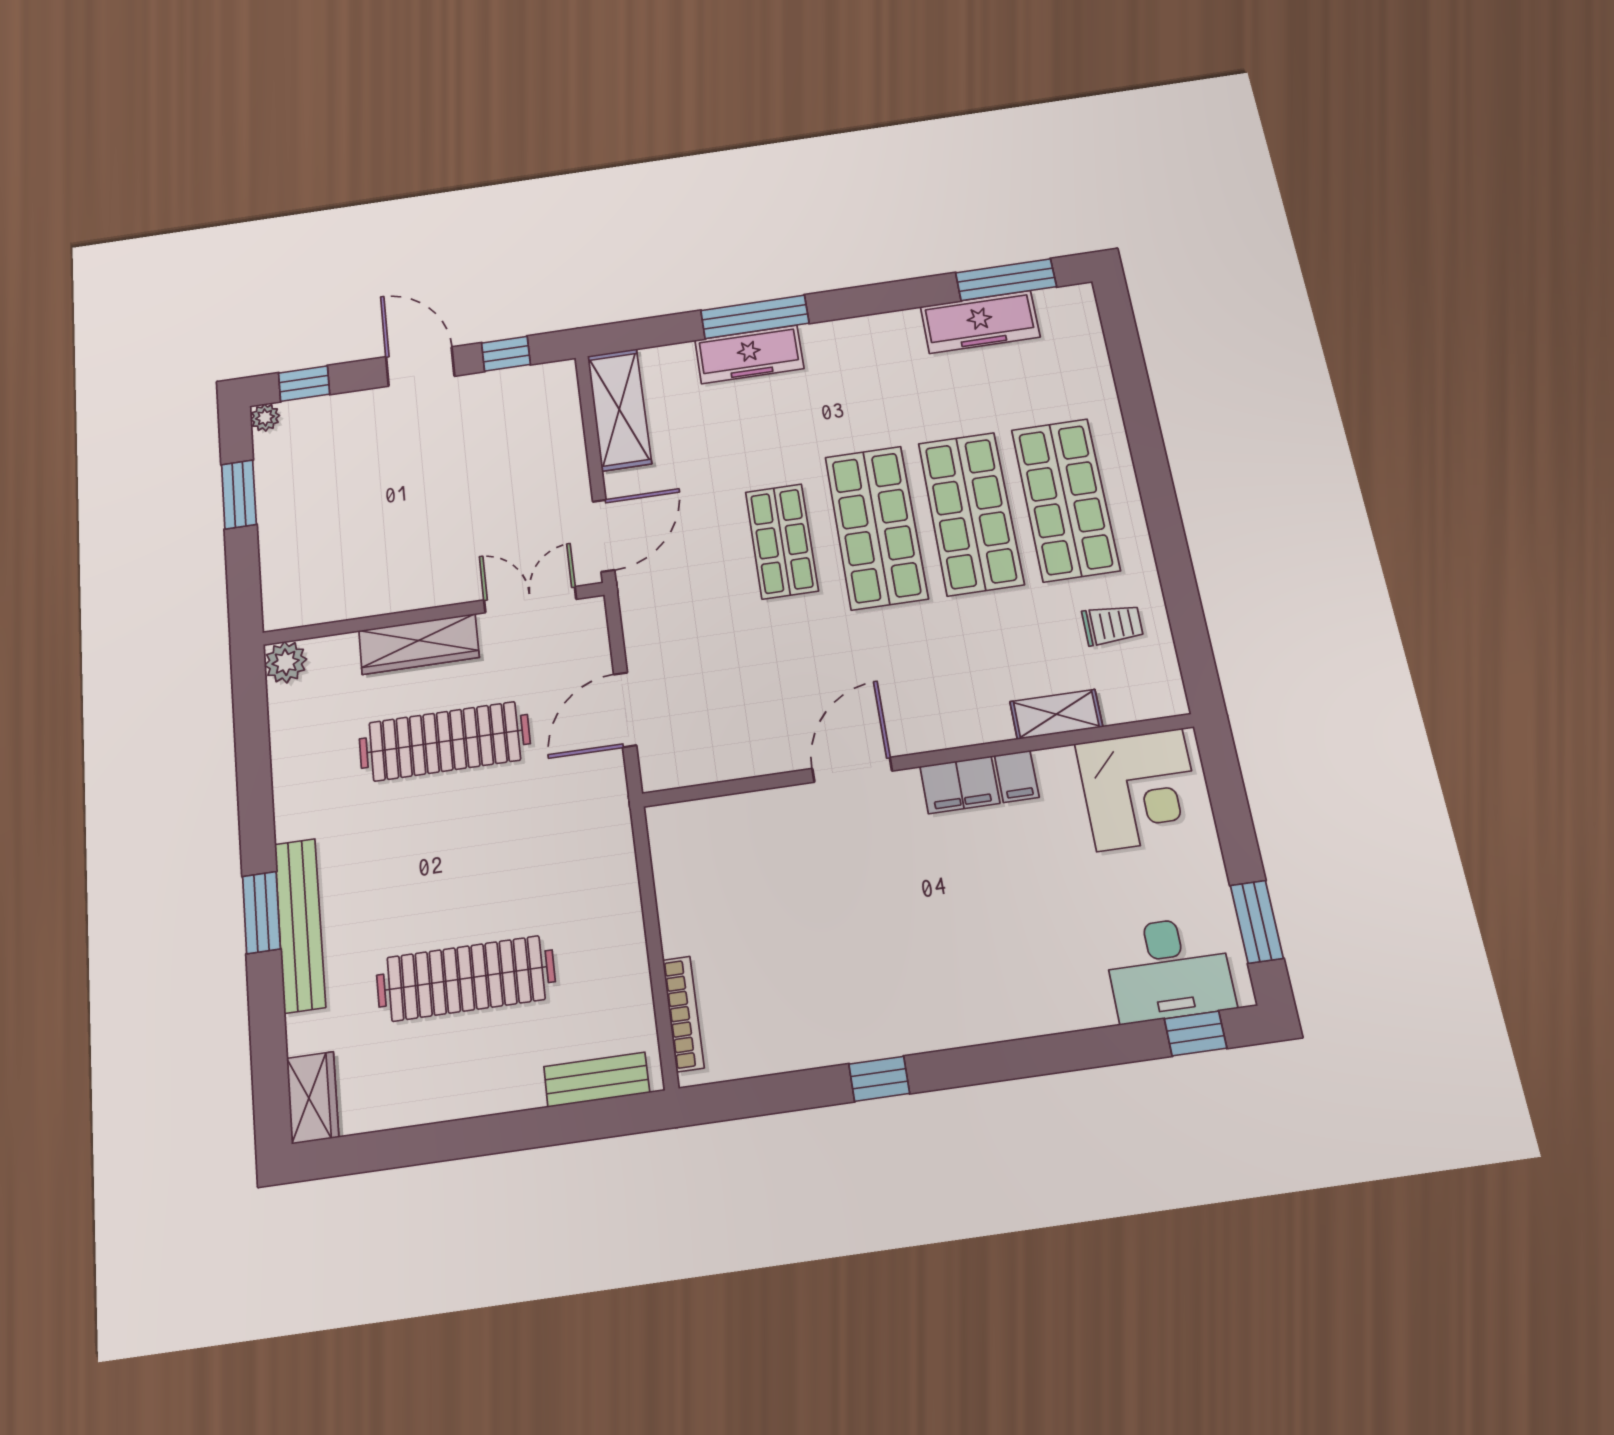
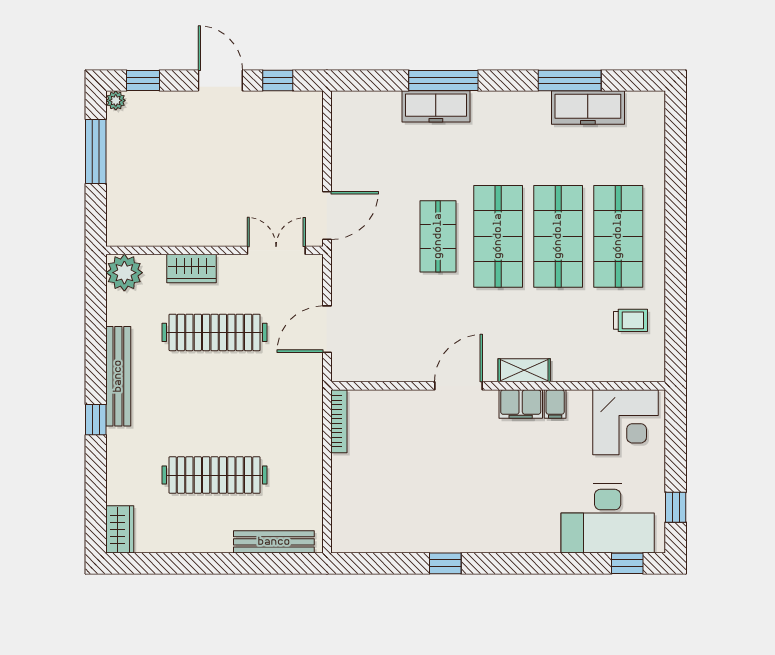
window: (1006, 280) -> (570, 81), moved
shelving: (619, 409) -> (347, 131), removed
window: (239, 494) -> (96, 151), width x1.44
wardrobe: (419, 644) -> (192, 269), width x0.67
plant: (286, 662) -> (124, 273), width x1.36, depth x1.36
shelving: (1056, 714) -> (524, 370), moved
window: (261, 912) -> (96, 420), width x0.67
window: (1257, 922) -> (676, 507), width x0.67
bench: (300, 925) -> (118, 376), moved
desk: (1169, 969) -> (608, 518), width x1.36, depth x1.30
bookcase: (683, 1014) -> (339, 421), moved
bench: (597, 1080) -> (274, 542), width x1.36

